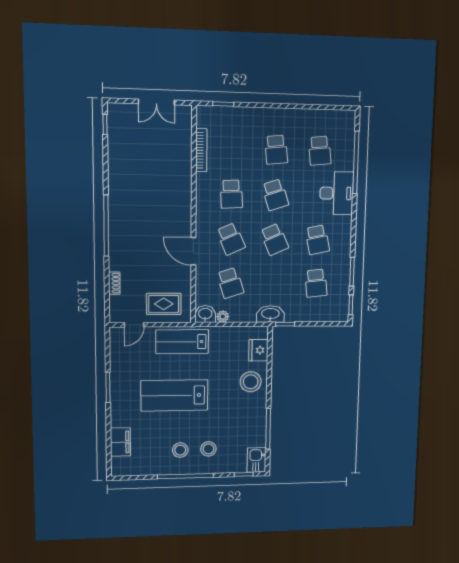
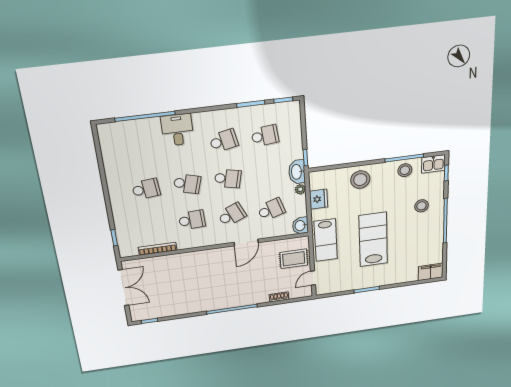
double door: (156, 102) -> (123, 288), width x1.37
school desk: (320, 151) -> (140, 151), removed
desk: (337, 193) -> (177, 130), width x0.73
school desk: (275, 195) -> (187, 184), turned 33
school desk: (274, 239) -> (228, 179), turned 36
rug: (164, 304) -> (294, 259), turned 90
plant: (223, 317) -> (300, 189), moved
door: (134, 325) -> (313, 278), swing flipped
fridge: (258, 350) -> (318, 199), moved, turned -90
lab bench: (174, 395) -> (373, 240), turned 180
filing cabinet: (120, 442) -> (431, 272), moved
stool: (180, 450) -> (405, 170), moved

